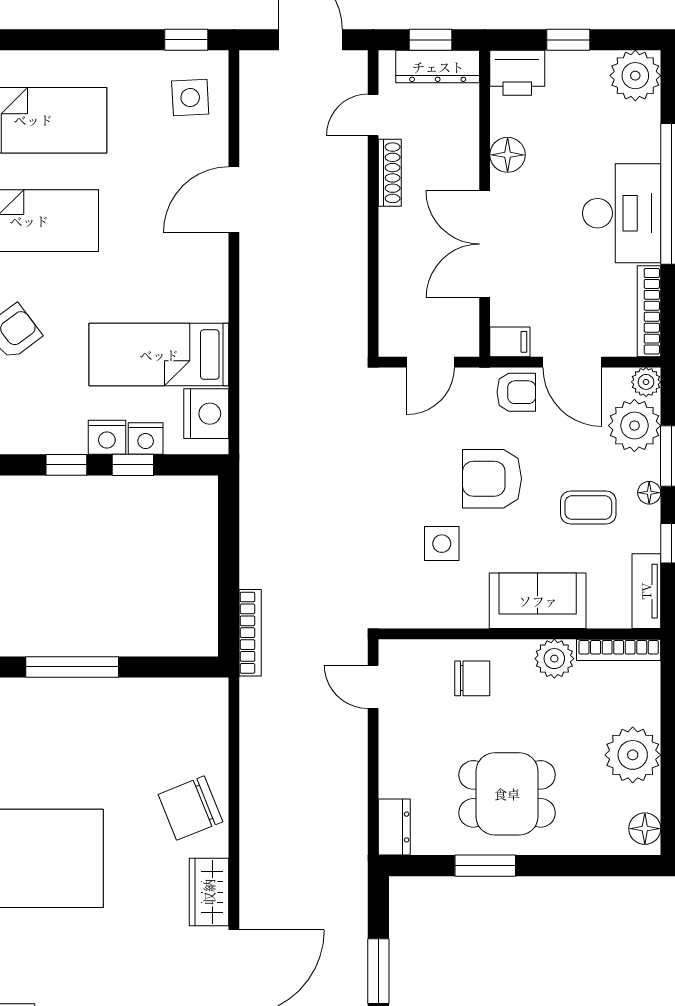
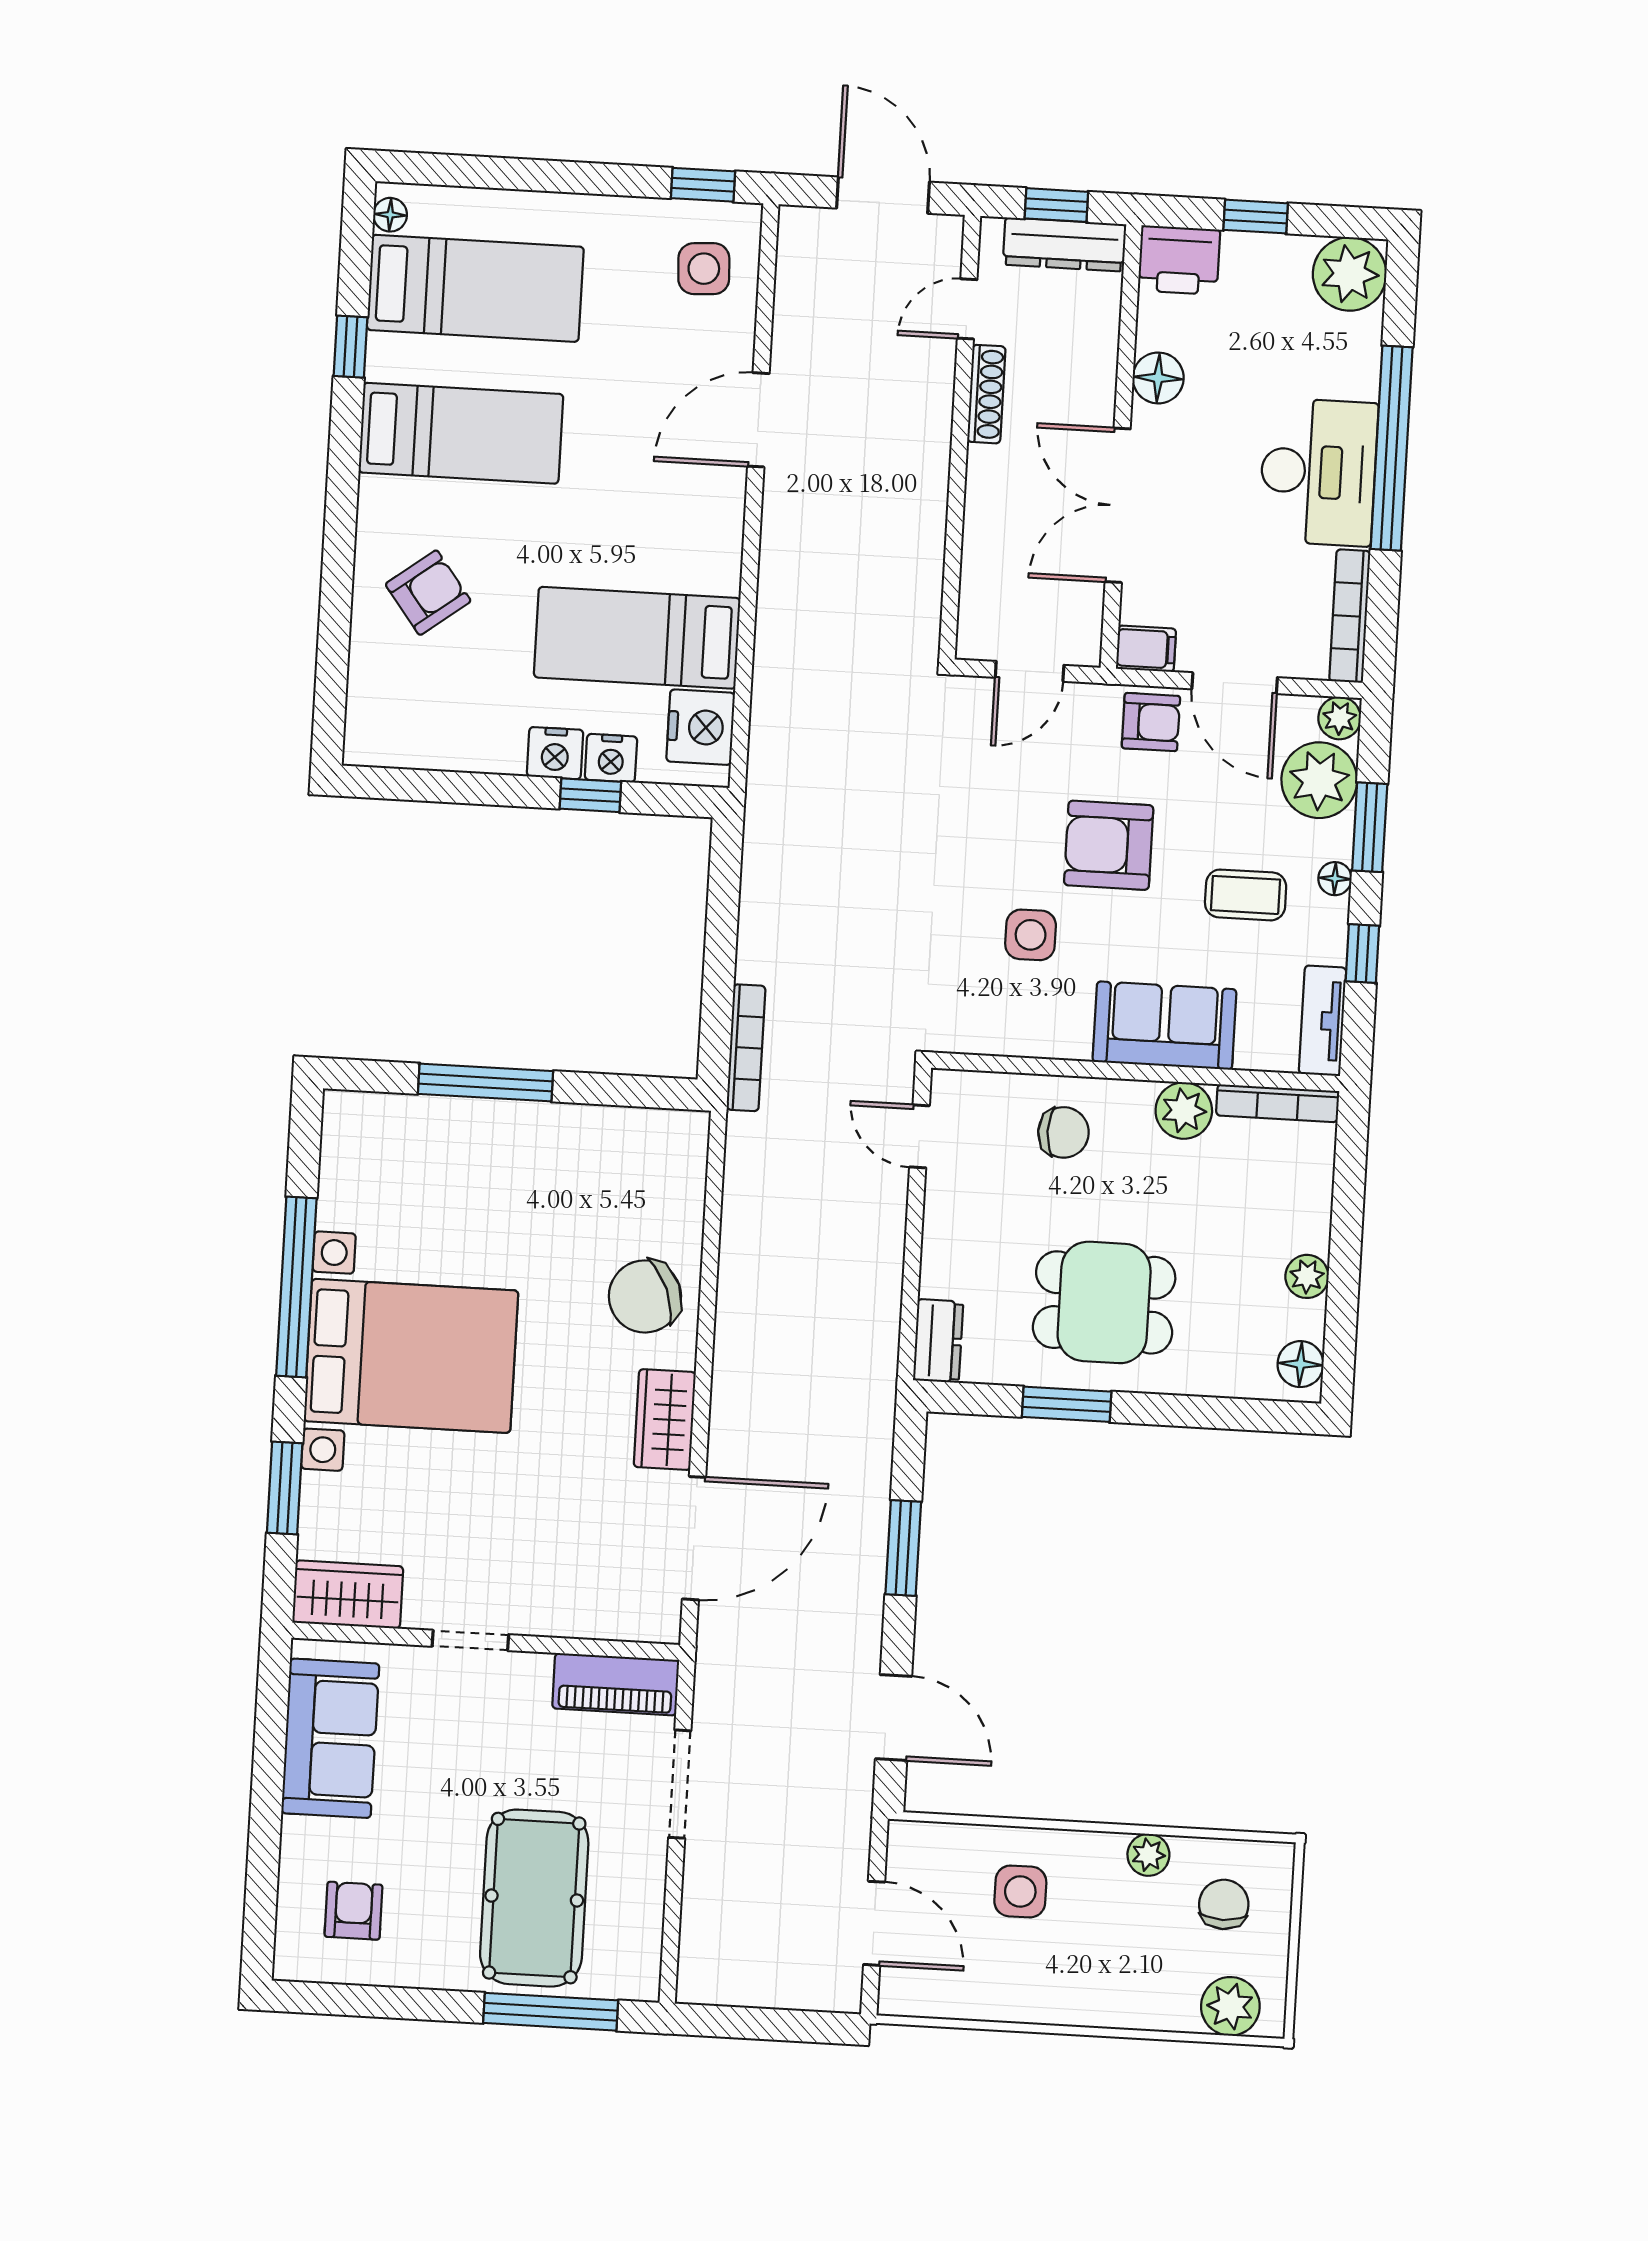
window: (66, 465) -> (494, 790), removed
plant: (633, 755) -> (1307, 1276), width x0.53, depth x0.53

